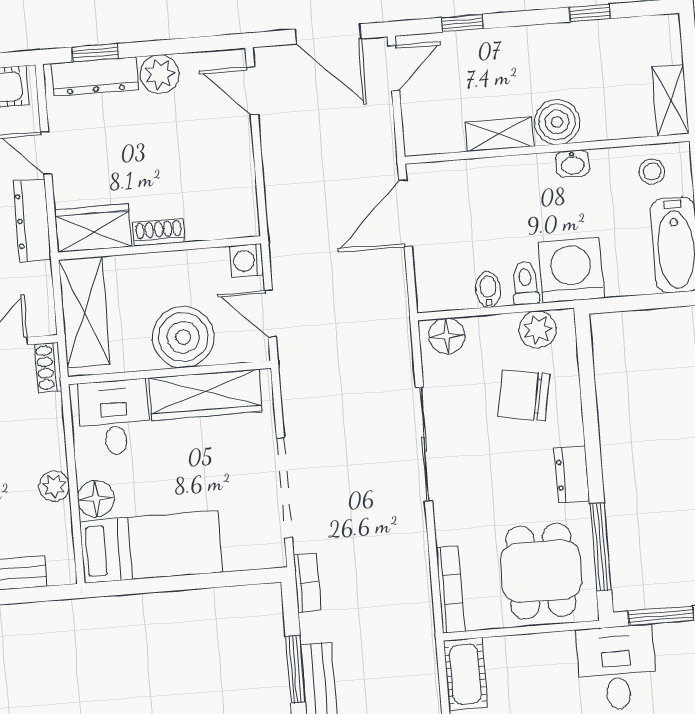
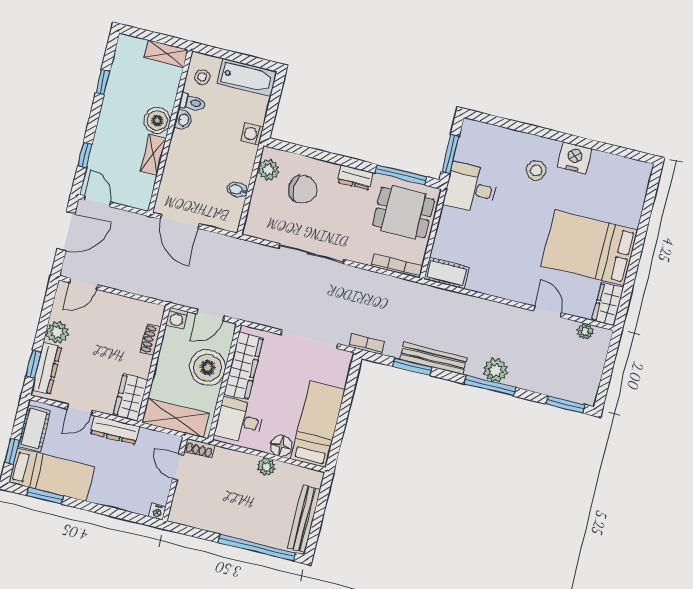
shoe rack: (159, 232) -> (150, 339), moved
washing machine: (571, 270) -> (252, 134), width x0.53, depth x0.53
toilet: (525, 283) -> (192, 102), moved, turned 180
floor lamp: (447, 336) -> (255, 221), removed
chair: (524, 395) -> (303, 189), turned -100

